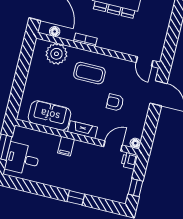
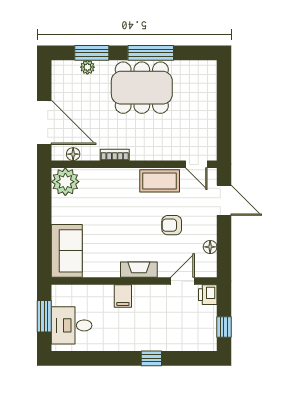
plant: (56, 54) -> (65, 182), moved
coffee table: (89, 73) -> (160, 181), moved
sofa: (50, 115) -> (67, 251), moved, turned 90
floor lamp: (135, 143) -> (210, 247), moved

